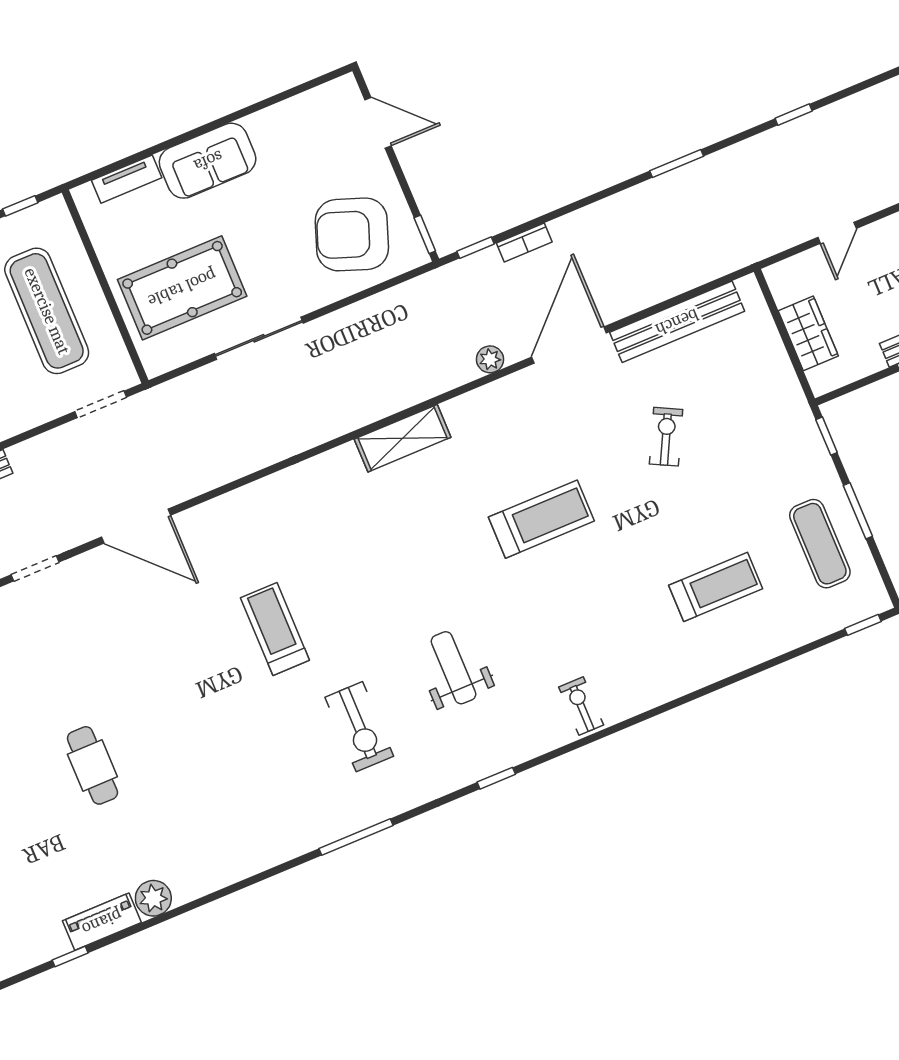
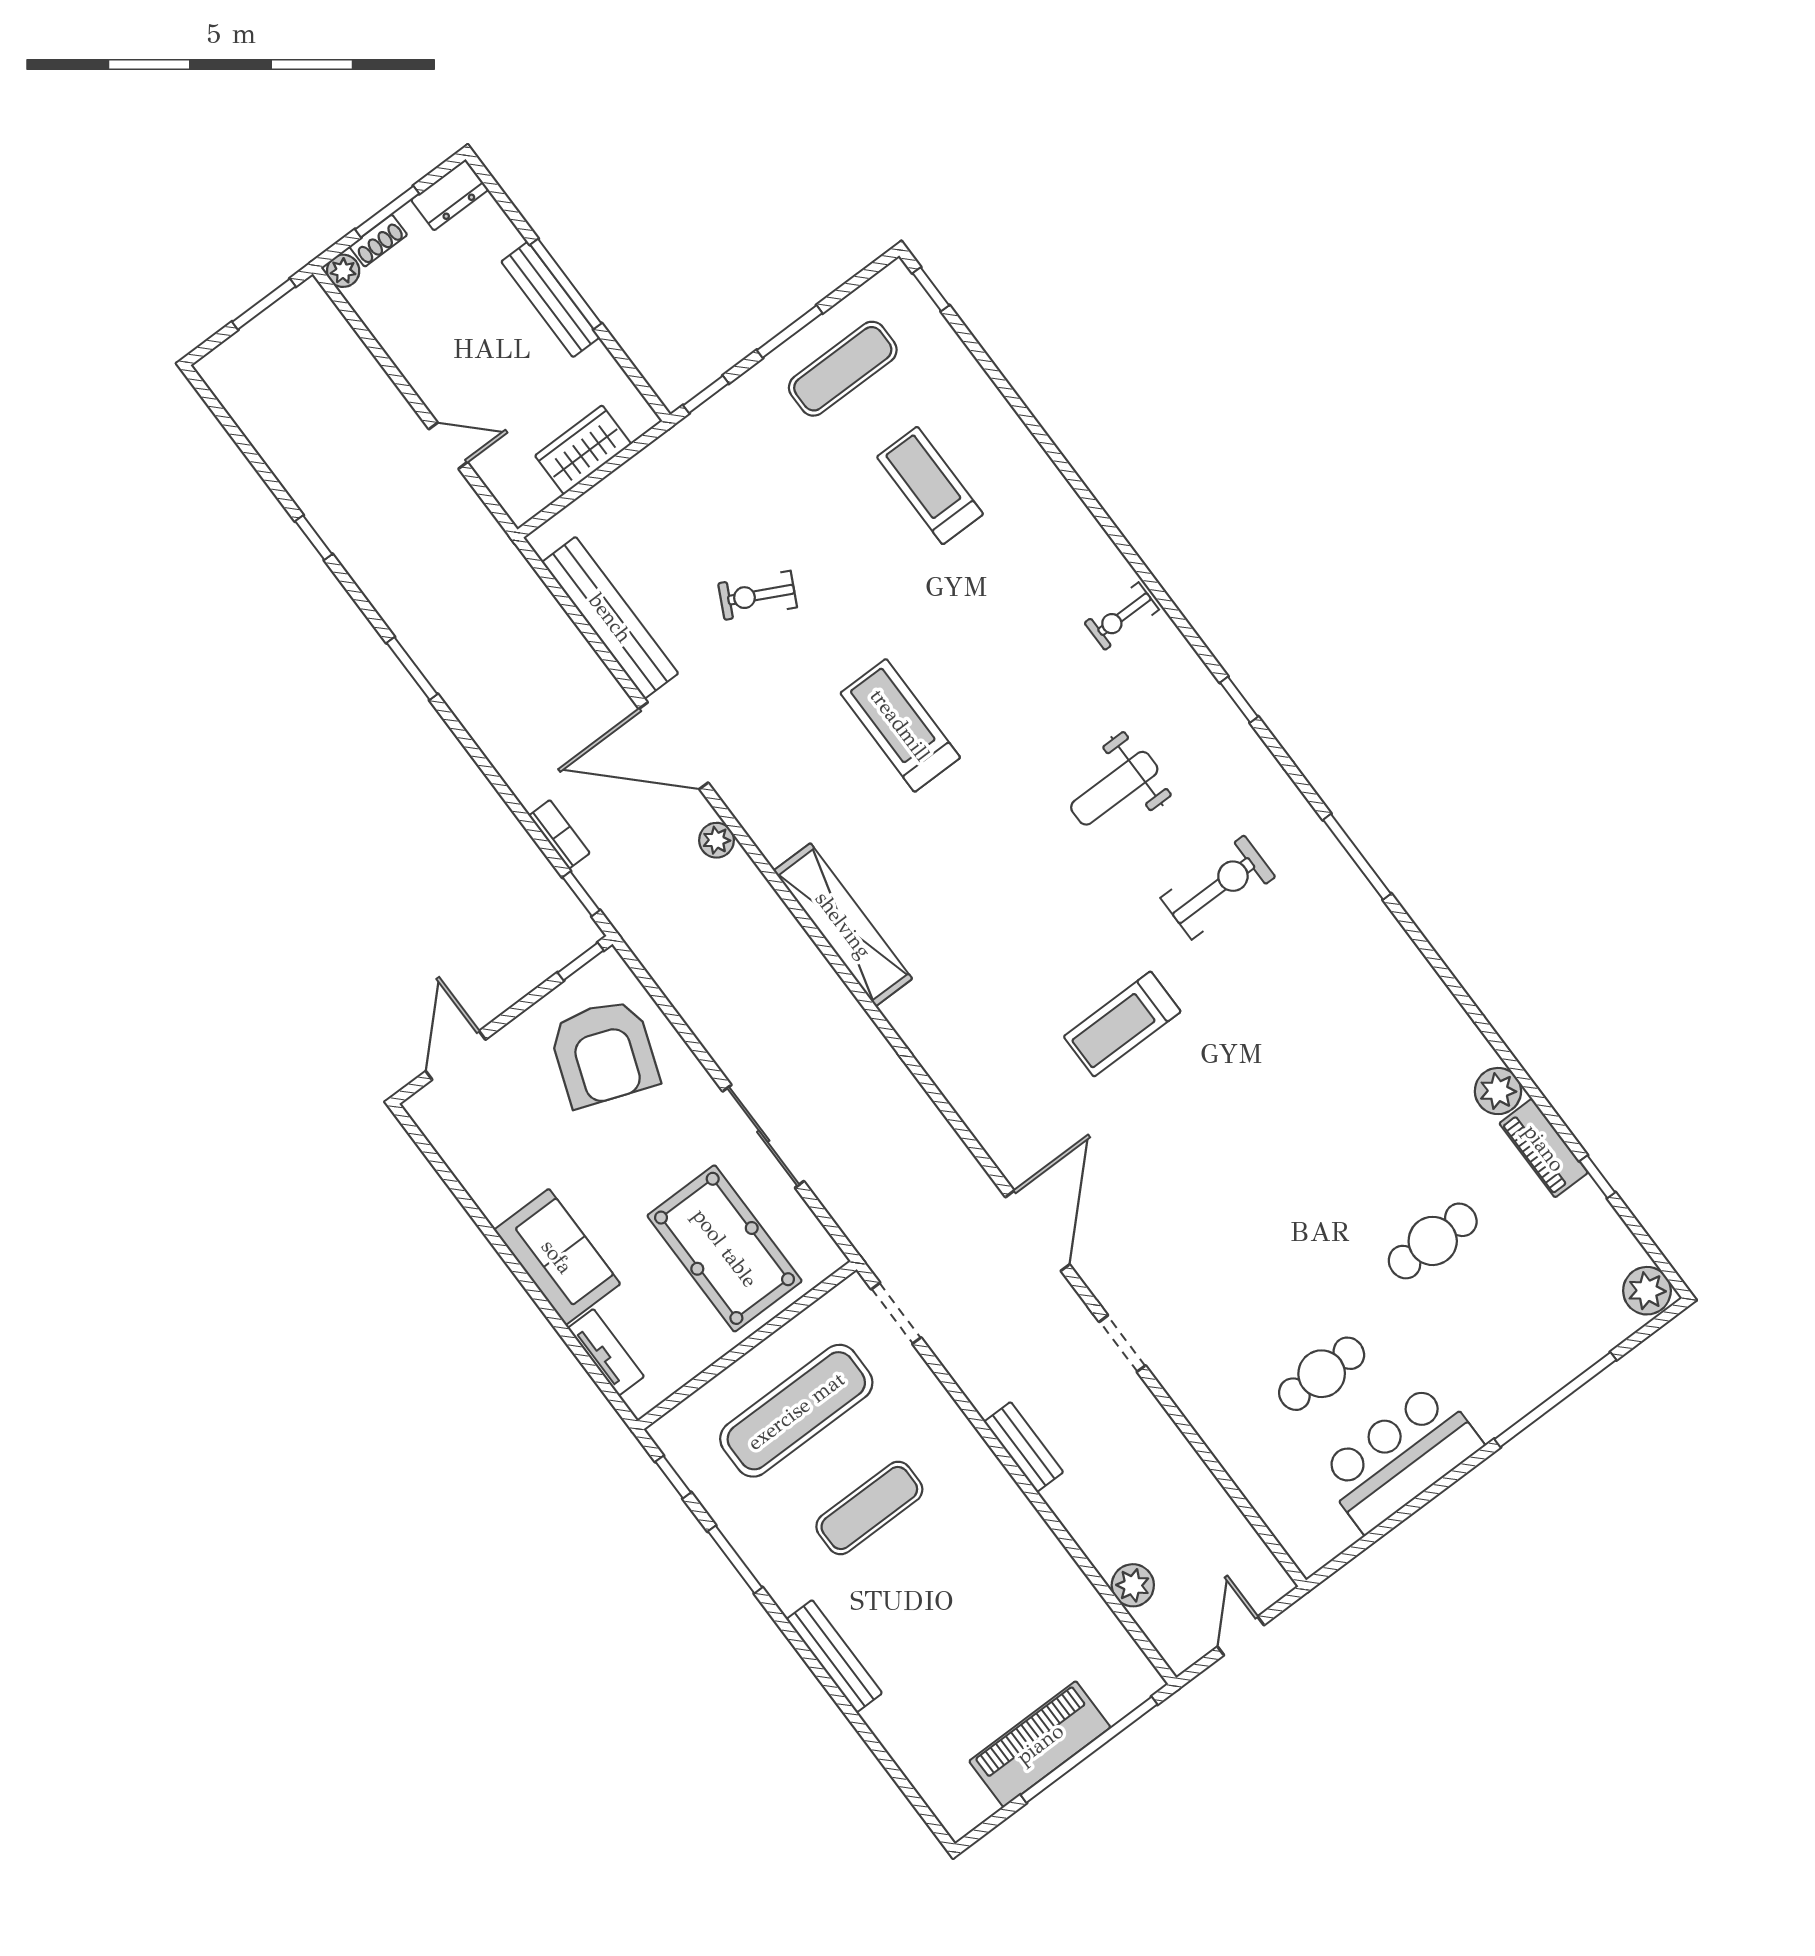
shelving: (403, 438) -> (843, 925), width x1.47
cafe table: (92, 765) -> (1433, 1241), moved

